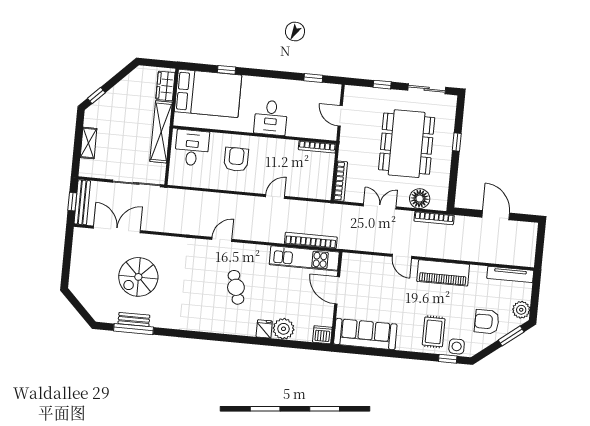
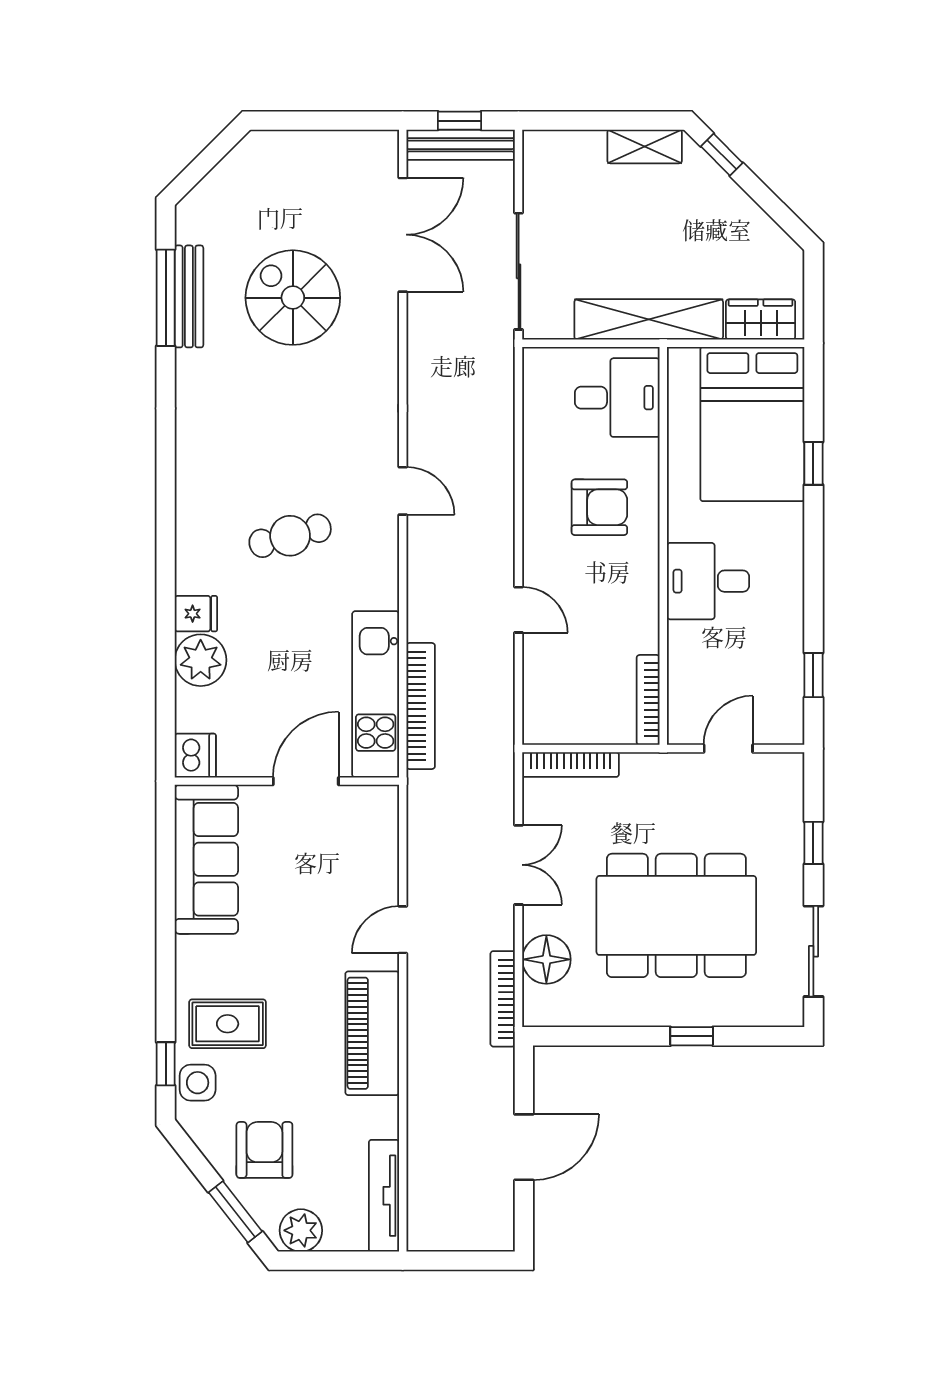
shelving: (89, 143) -> (645, 146), moved
bench: (134, 319) -> (189, 296), width x1.36

